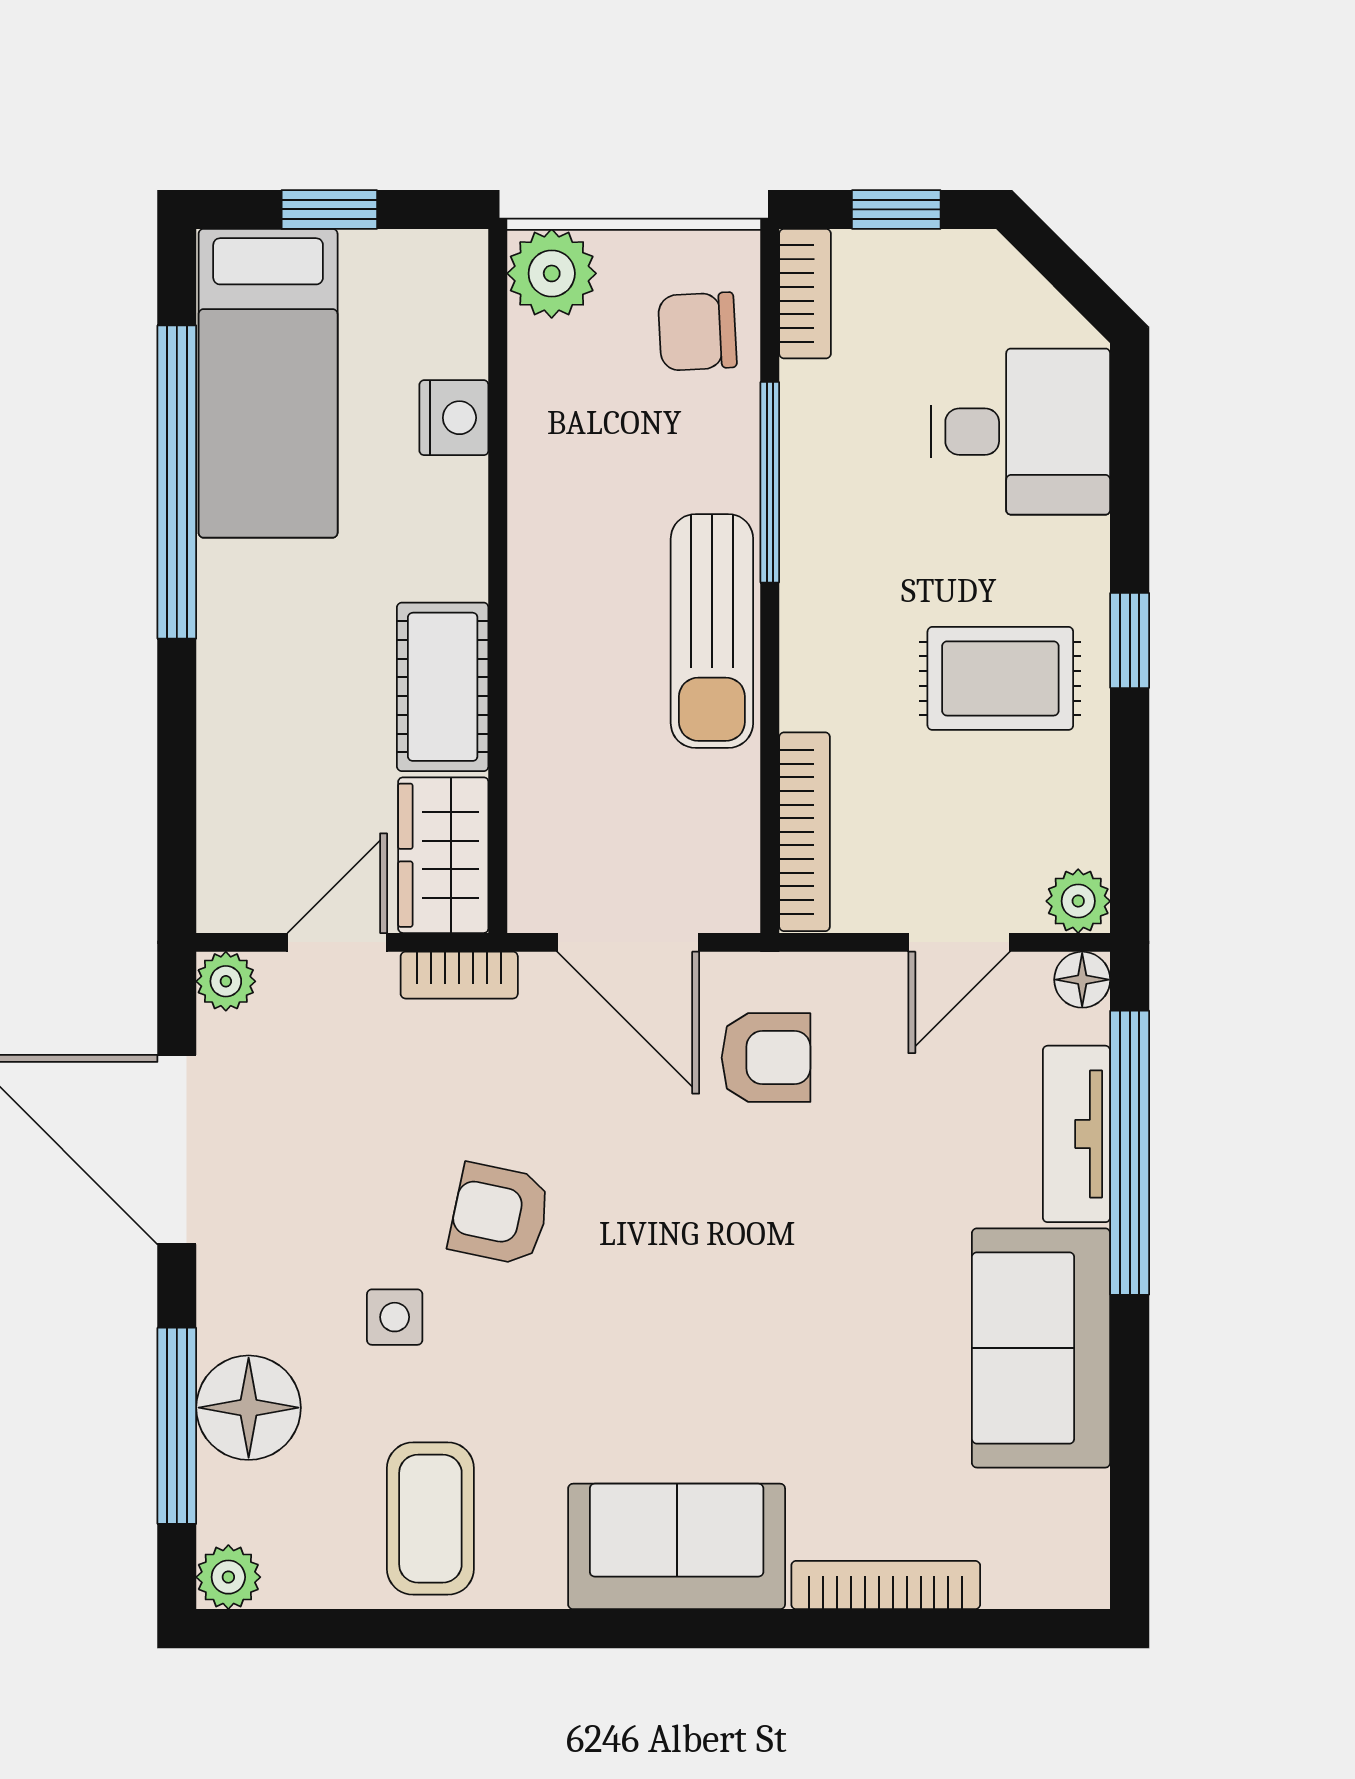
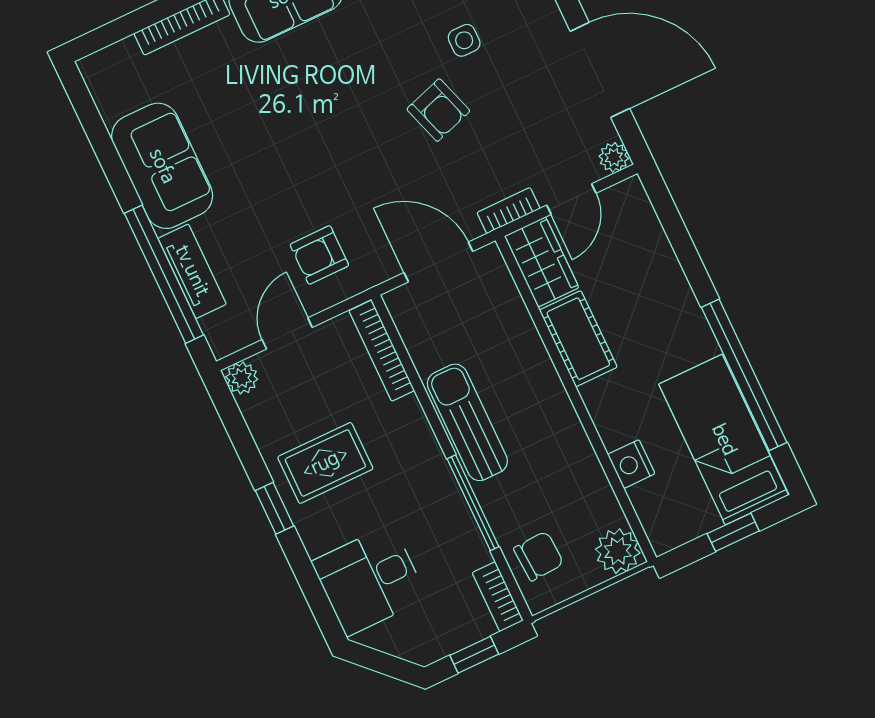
floor lamp: (1082, 980) -> (223, 343), removed
armchair: (766, 1058) -> (319, 255), moved
armchair: (500, 1214) -> (438, 110), turned 60

